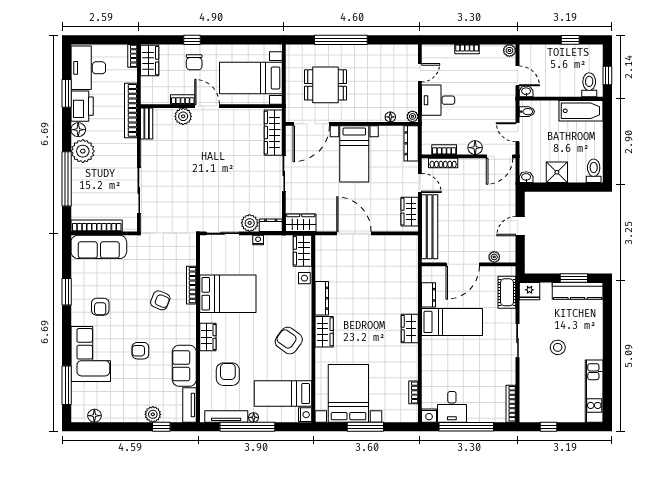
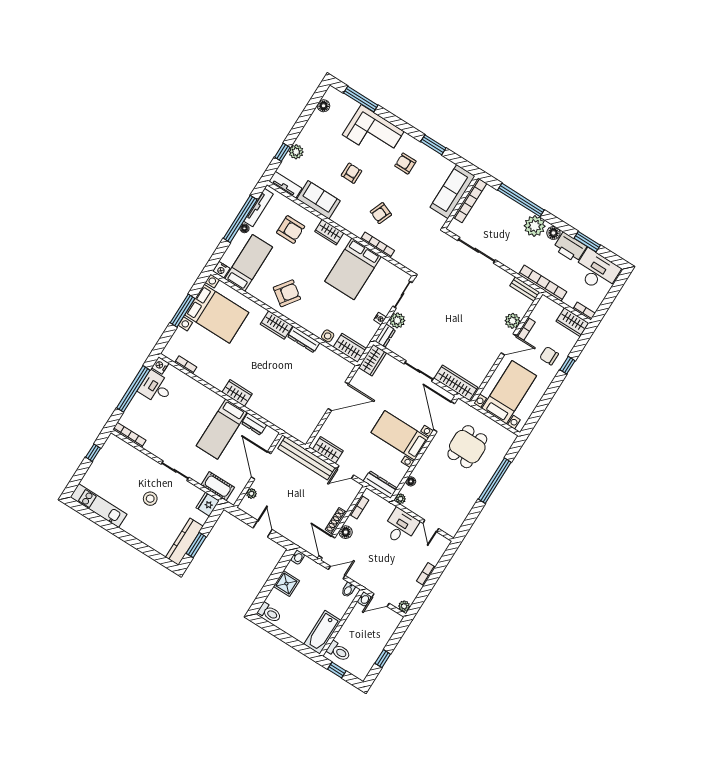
shoe rack: (443, 163) -> (336, 521), moved

